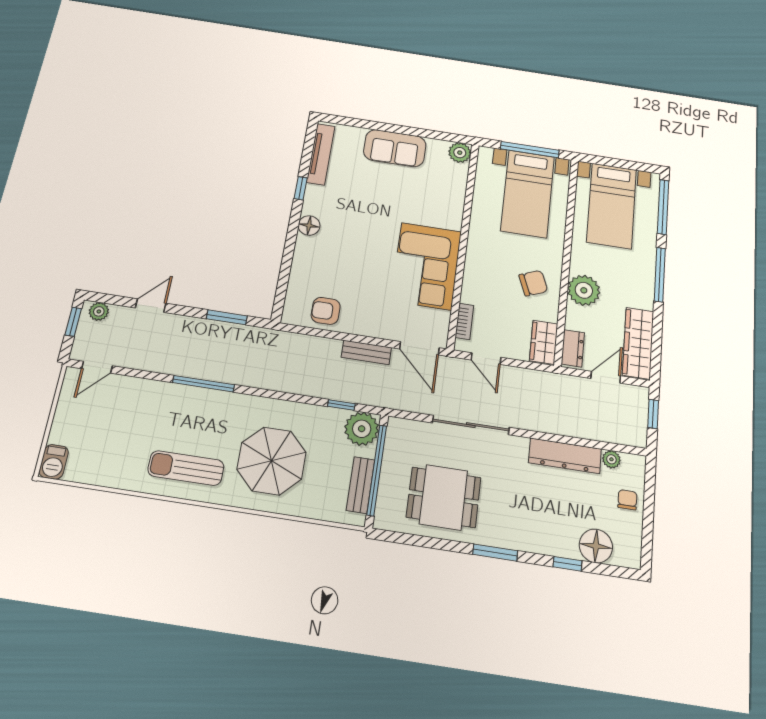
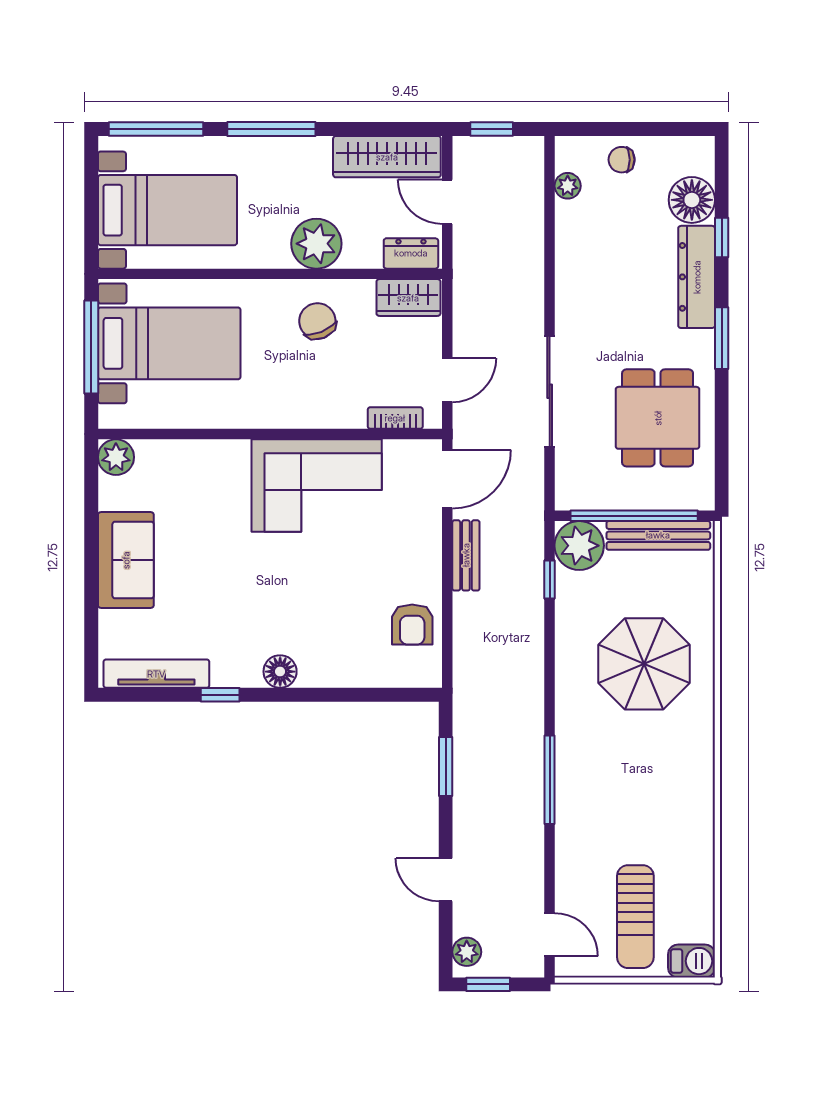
dresser: (565, 456) -> (697, 277), moved, turned 180
sun lounger: (186, 468) -> (635, 917), moved
bench: (360, 485) -> (658, 535), width x1.36

